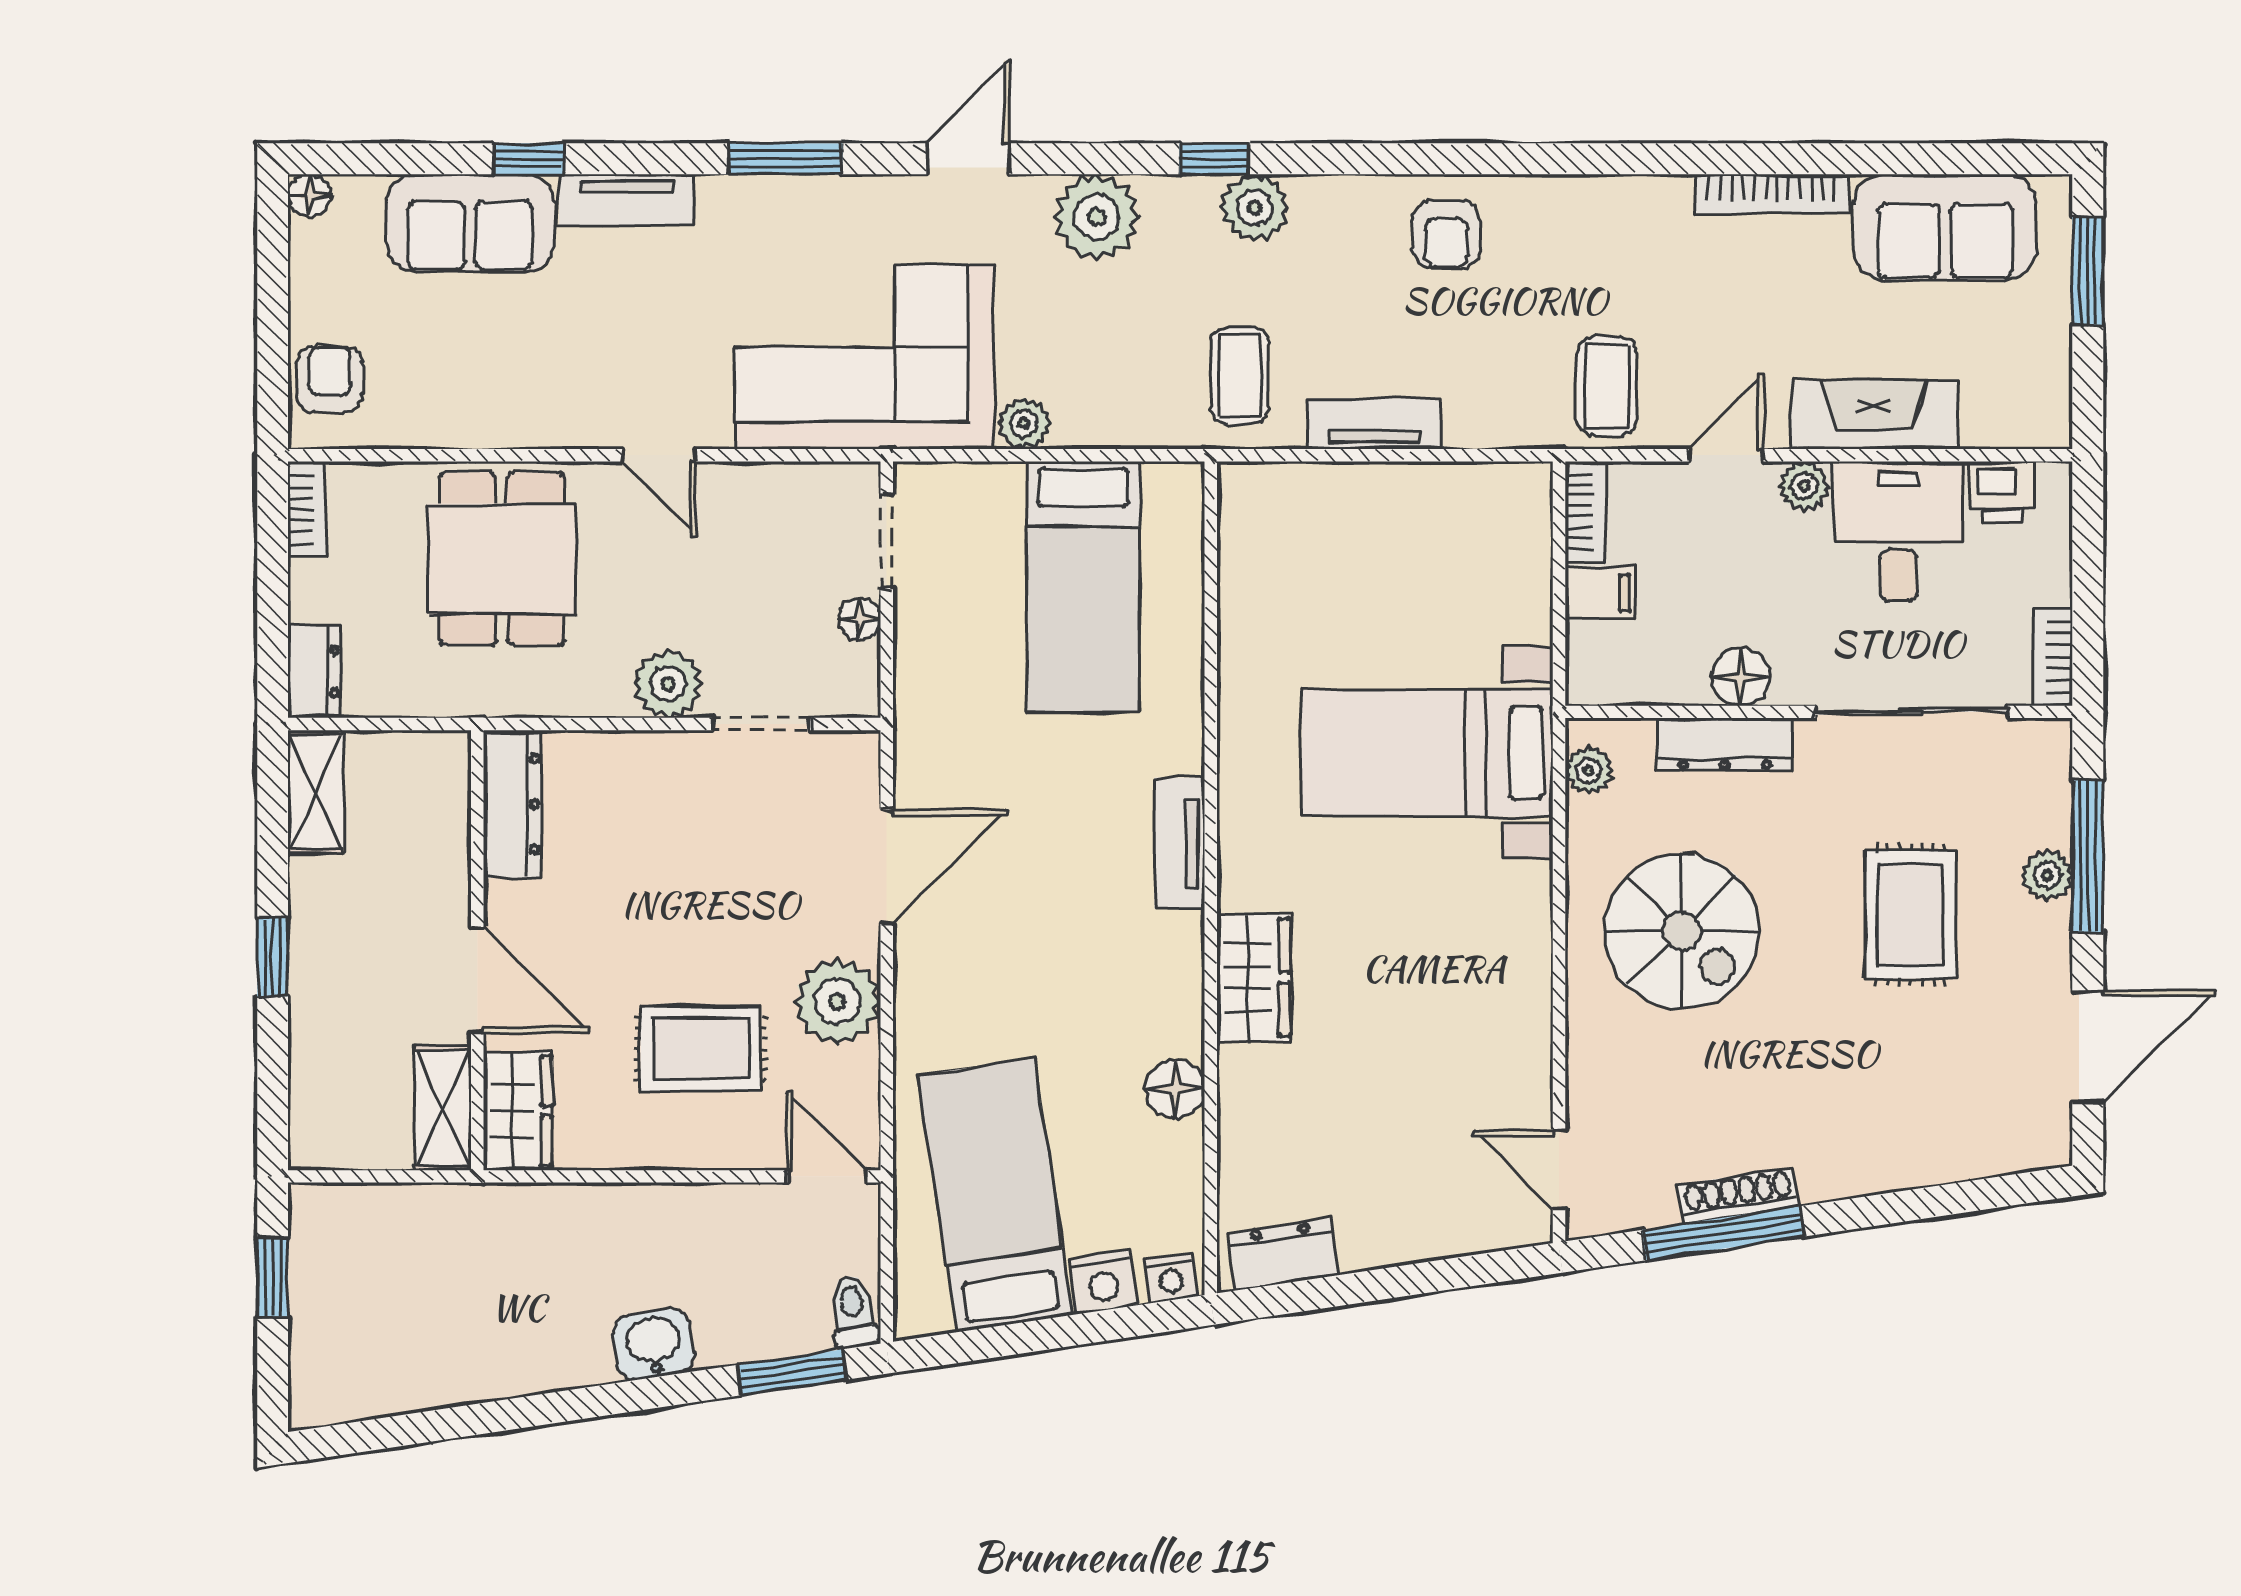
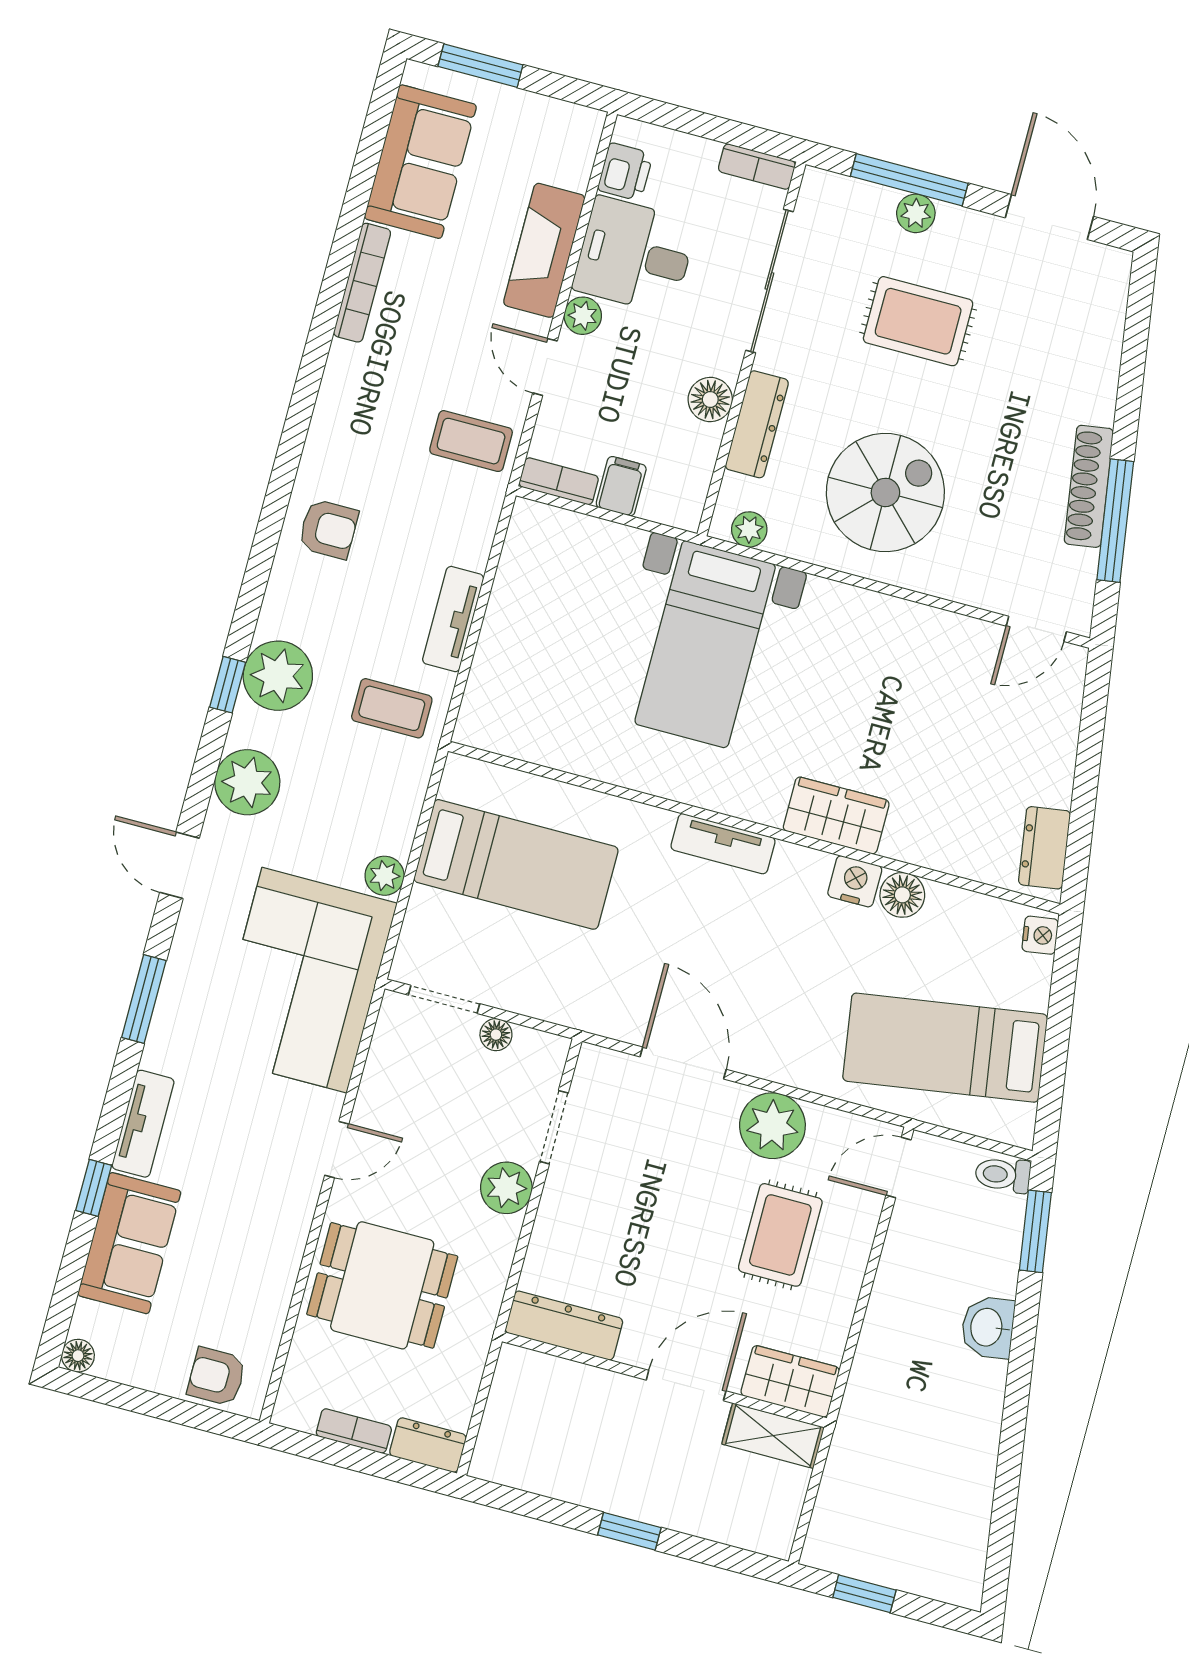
plant: (1255, 208) -> (278, 676), width x1.36, depth x1.36
bookcase: (307, 510) -> (354, 1431), moved
shelving: (316, 792) -> (517, 1467), removed
shoe rack: (1738, 1196) -> (1089, 486), width x1.36, depth x1.24
nightstand: (1103, 1282) -> (855, 881), moved, turned -82

